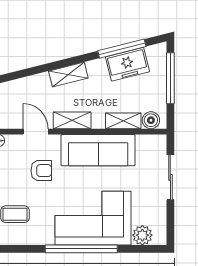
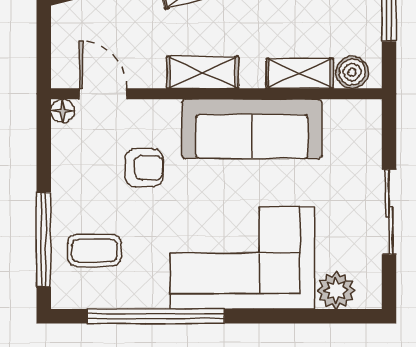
door: (36, 132) -> (103, 94), moved
sliding door: (170, 177) -> (389, 212), moved
window: (81, 249) -> (156, 316), moved

